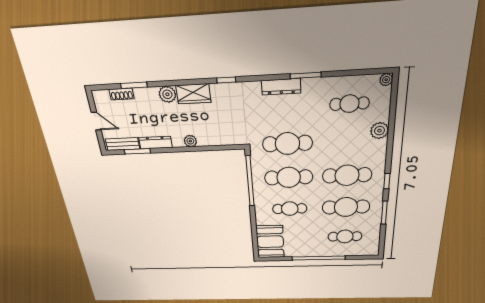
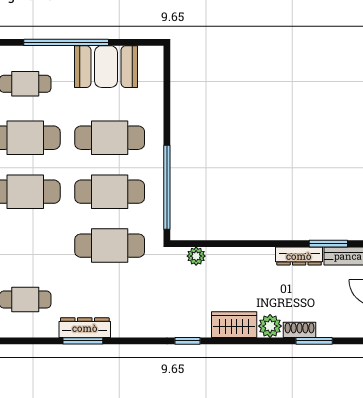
dresser: (281, 87) -> (85, 328), moved
shoe rack: (122, 94) -> (300, 330), moved
plant: (190, 141) -> (196, 256), moved
cafe table: (290, 209) -> (110, 138), width x1.37, depth x1.35
booth: (270, 242) -> (106, 67), moved, turned 90

